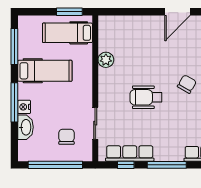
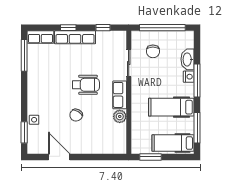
door: (178, 12) -> (59, 157), hinge flipped
hospital bed: (67, 33) -> (173, 143), moved, turned 180
chair: (187, 84) -> (76, 115), moved
row of seats: (106, 85) -> (120, 95), added
row of seats: (130, 153) -> (75, 37), moved
window: (167, 165) -> (68, 28), width x0.46

